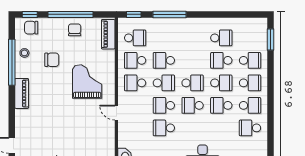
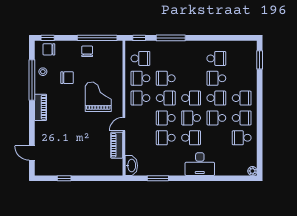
window: (71, 14) -> (97, 38), moved
piano: (108, 34) -> (117, 145), moved
school desk: (250, 60) -> (191, 138), moved
door: (116, 113) -> (124, 124), hinge flipped

